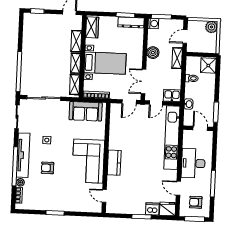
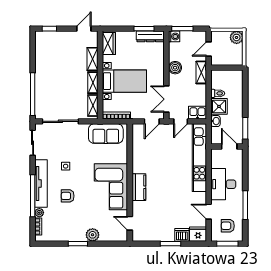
shower: (208, 66) -> (219, 106), moved
plant: (69, 205) -> (93, 235), added

